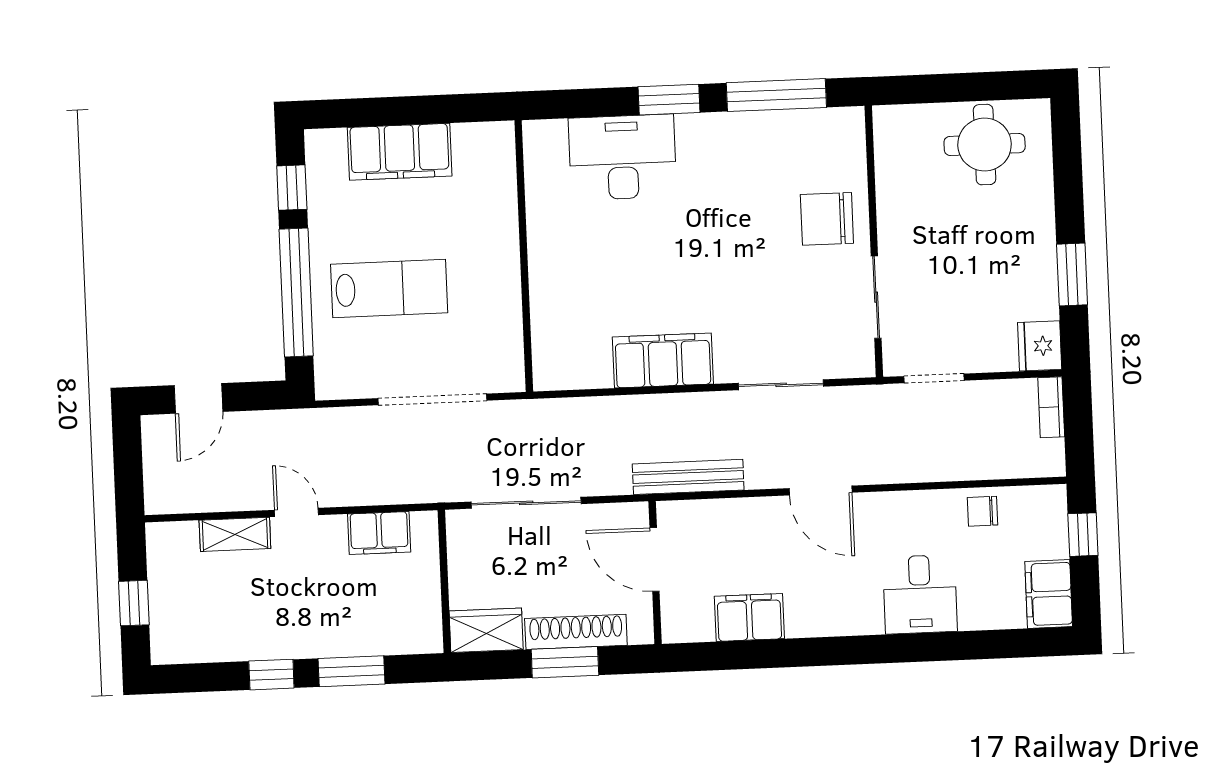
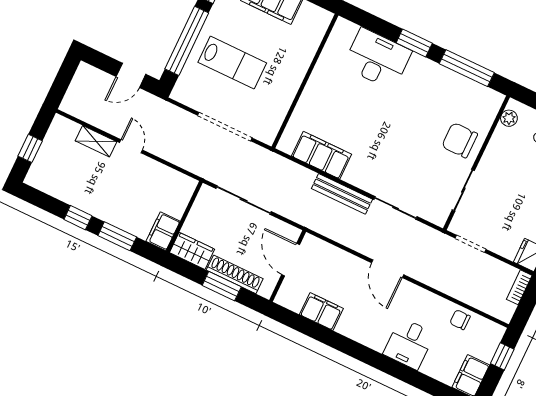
plant: (888, 140) -> (509, 118), added
filing cabinet: (663, 361) -> (321, 155), moved
door: (198, 398) -> (131, 75), moved
bench: (688, 477) -> (342, 194), moved
filing cabinet: (379, 533) -> (163, 231), moved, turned 90

